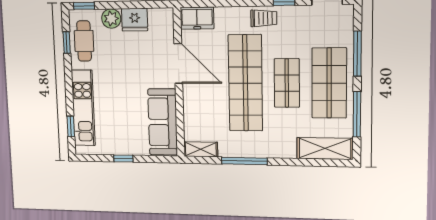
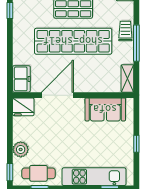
trolley: (264, 18) -> (125, 31), moved
fridge: (135, 20) -> (23, 107), moved, turned 90
sofa: (163, 122) -> (105, 109), width x0.73

